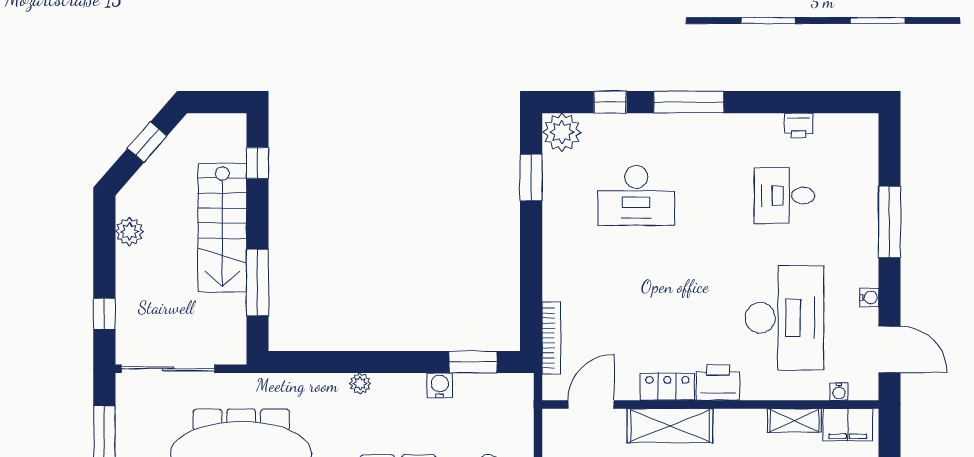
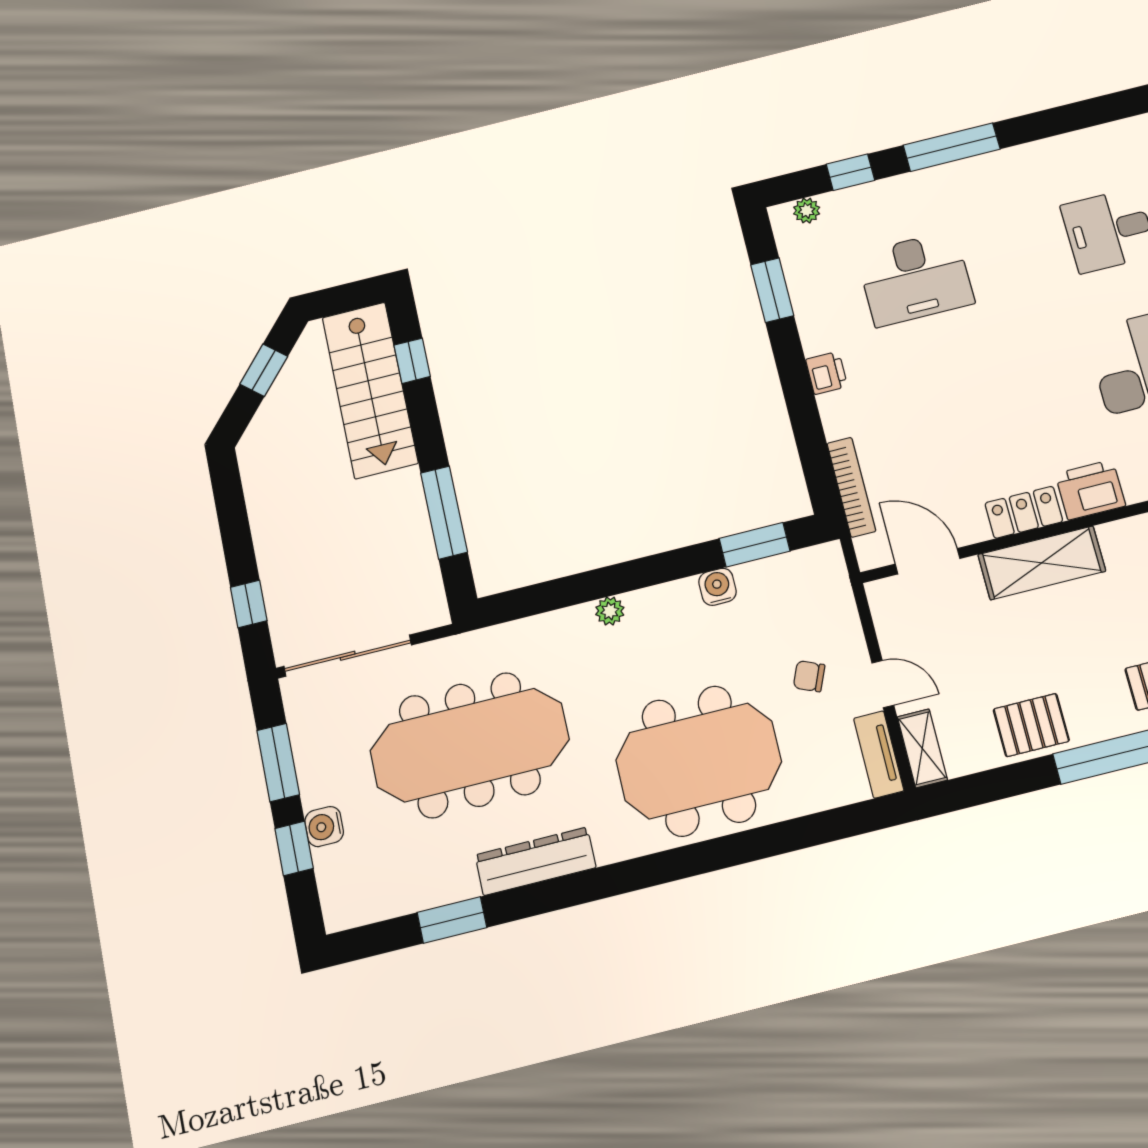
printer: (799, 126) -> (827, 373), moved, turned -90
plant: (562, 132) -> (807, 211), width x0.53, depth x0.53
stairs: (222, 228) -> (370, 390), moved
plant: (129, 232) -> (262, 489), removed
door: (591, 404) -> (928, 561), hinge flipped

